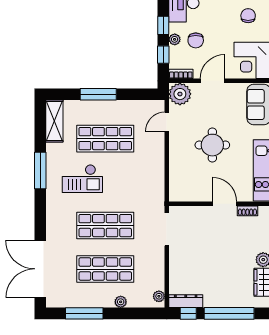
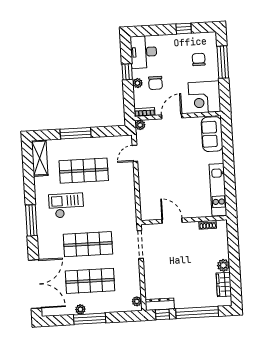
window: (163, 55) -> (129, 97), removed
plant: (180, 94) -> (140, 125), width x0.53, depth x0.53
round table: (212, 145) -> (175, 171), removed
window: (40, 171) -> (31, 220), moved
checkout: (82, 179) -> (66, 206), turned 180
door: (225, 204) -> (172, 221), moved
double door: (40, 269) -> (35, 284), swing flipped
plant: (121, 302) -> (80, 309), moved
window: (84, 313) -> (90, 319), moved

